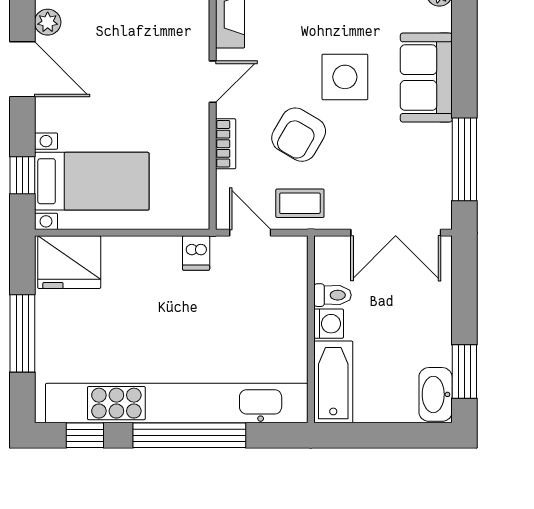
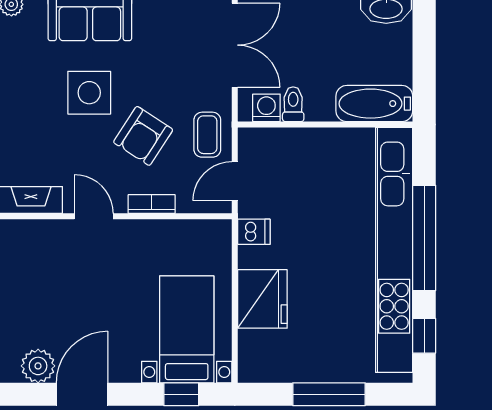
plant: (48, 22) -> (38, 366), width x1.38, depth x1.38
armchair: (299, 135) -> (143, 136), turned 93
fridge: (69, 262) -> (262, 299), moved
washing machine: (329, 324) -> (266, 108), moved

